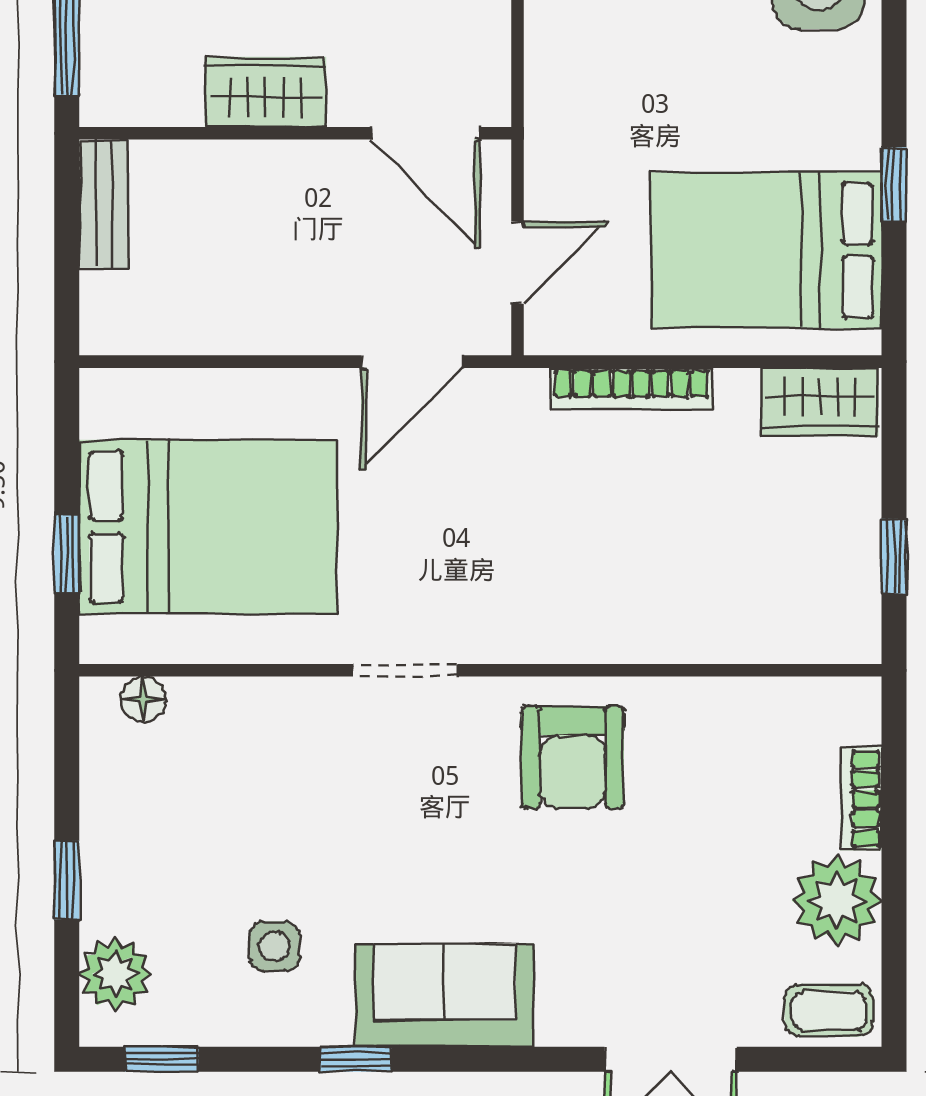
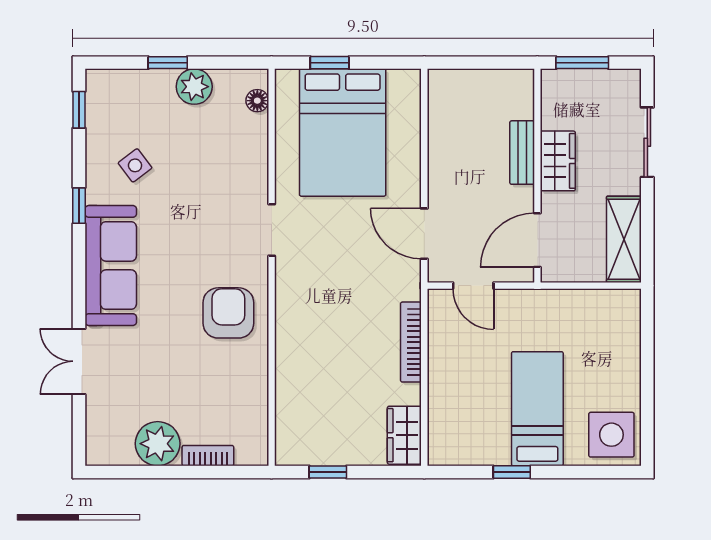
bench: (104, 205) -> (522, 153), moved, turned 90
bed: (766, 250) -> (537, 409), moved, width x0.67
armchair: (573, 758) -> (228, 313), turned 90
side table: (274, 946) -> (135, 165), turned -37
plant: (115, 974) -> (194, 87), moved
sofa: (445, 995) -> (111, 265), width x1.36
coffee table: (829, 1010) -> (103, 440), removed

